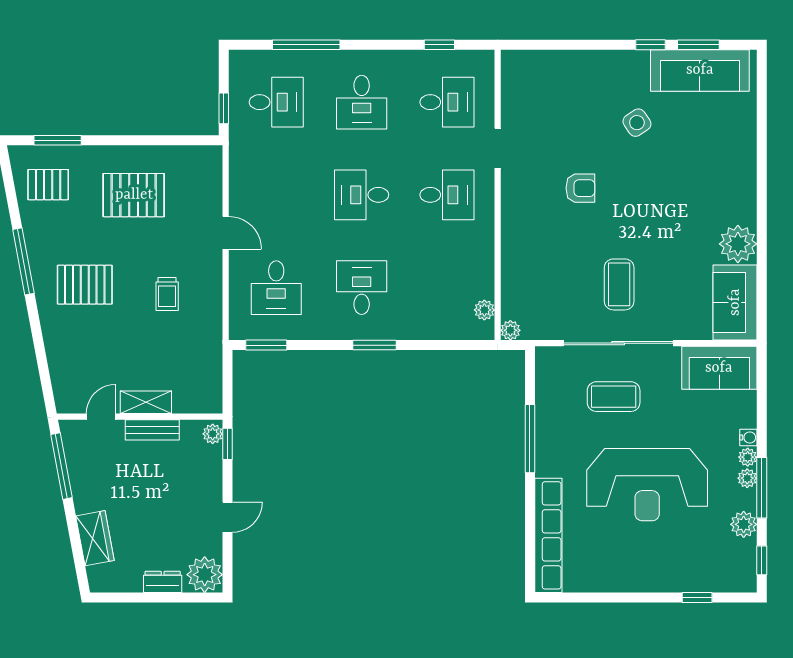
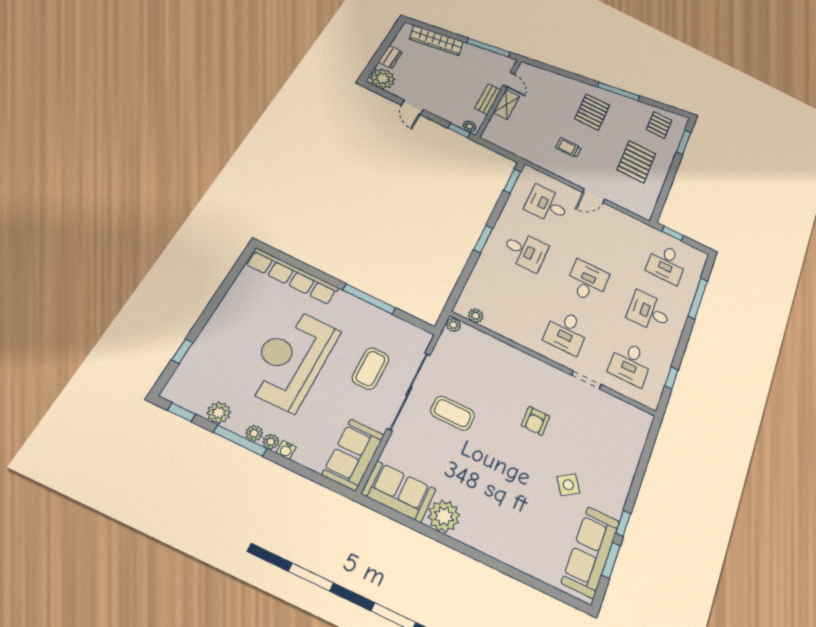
wardrobe: (95, 538) -> (436, 40), width x1.50

